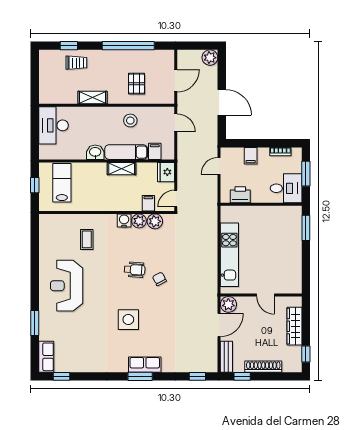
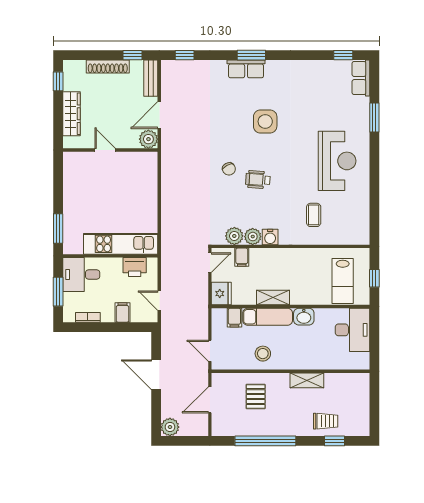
trolley: (76, 63) -> (326, 421), turned 180
desk: (54, 125) -> (352, 330), moved
door: (219, 166) -> (159, 301), swing flipped
kitchen unit: (229, 255) -> (121, 244), moved, turned 90

